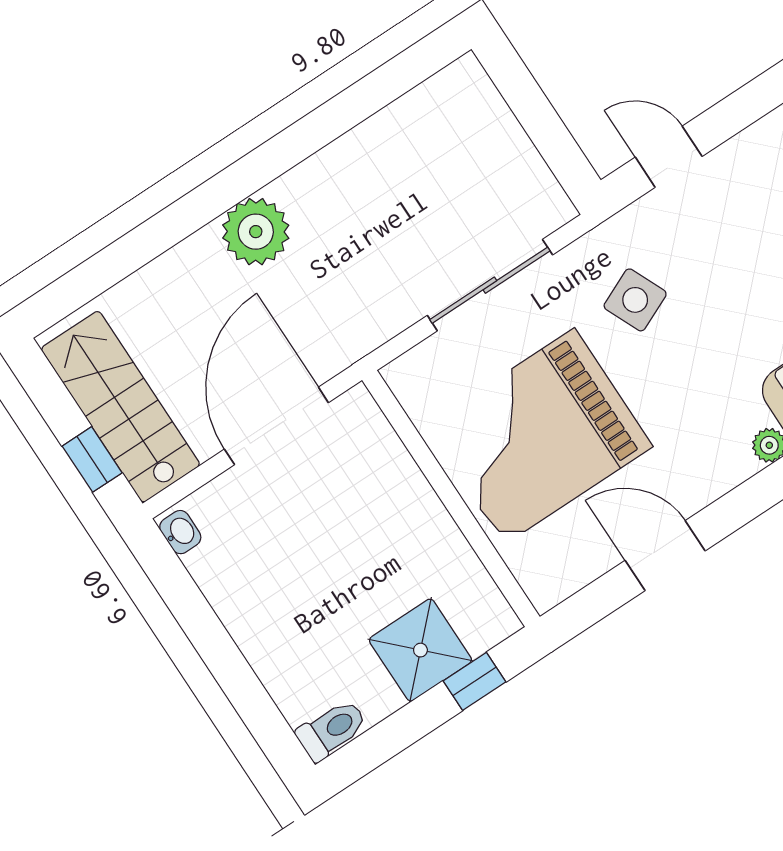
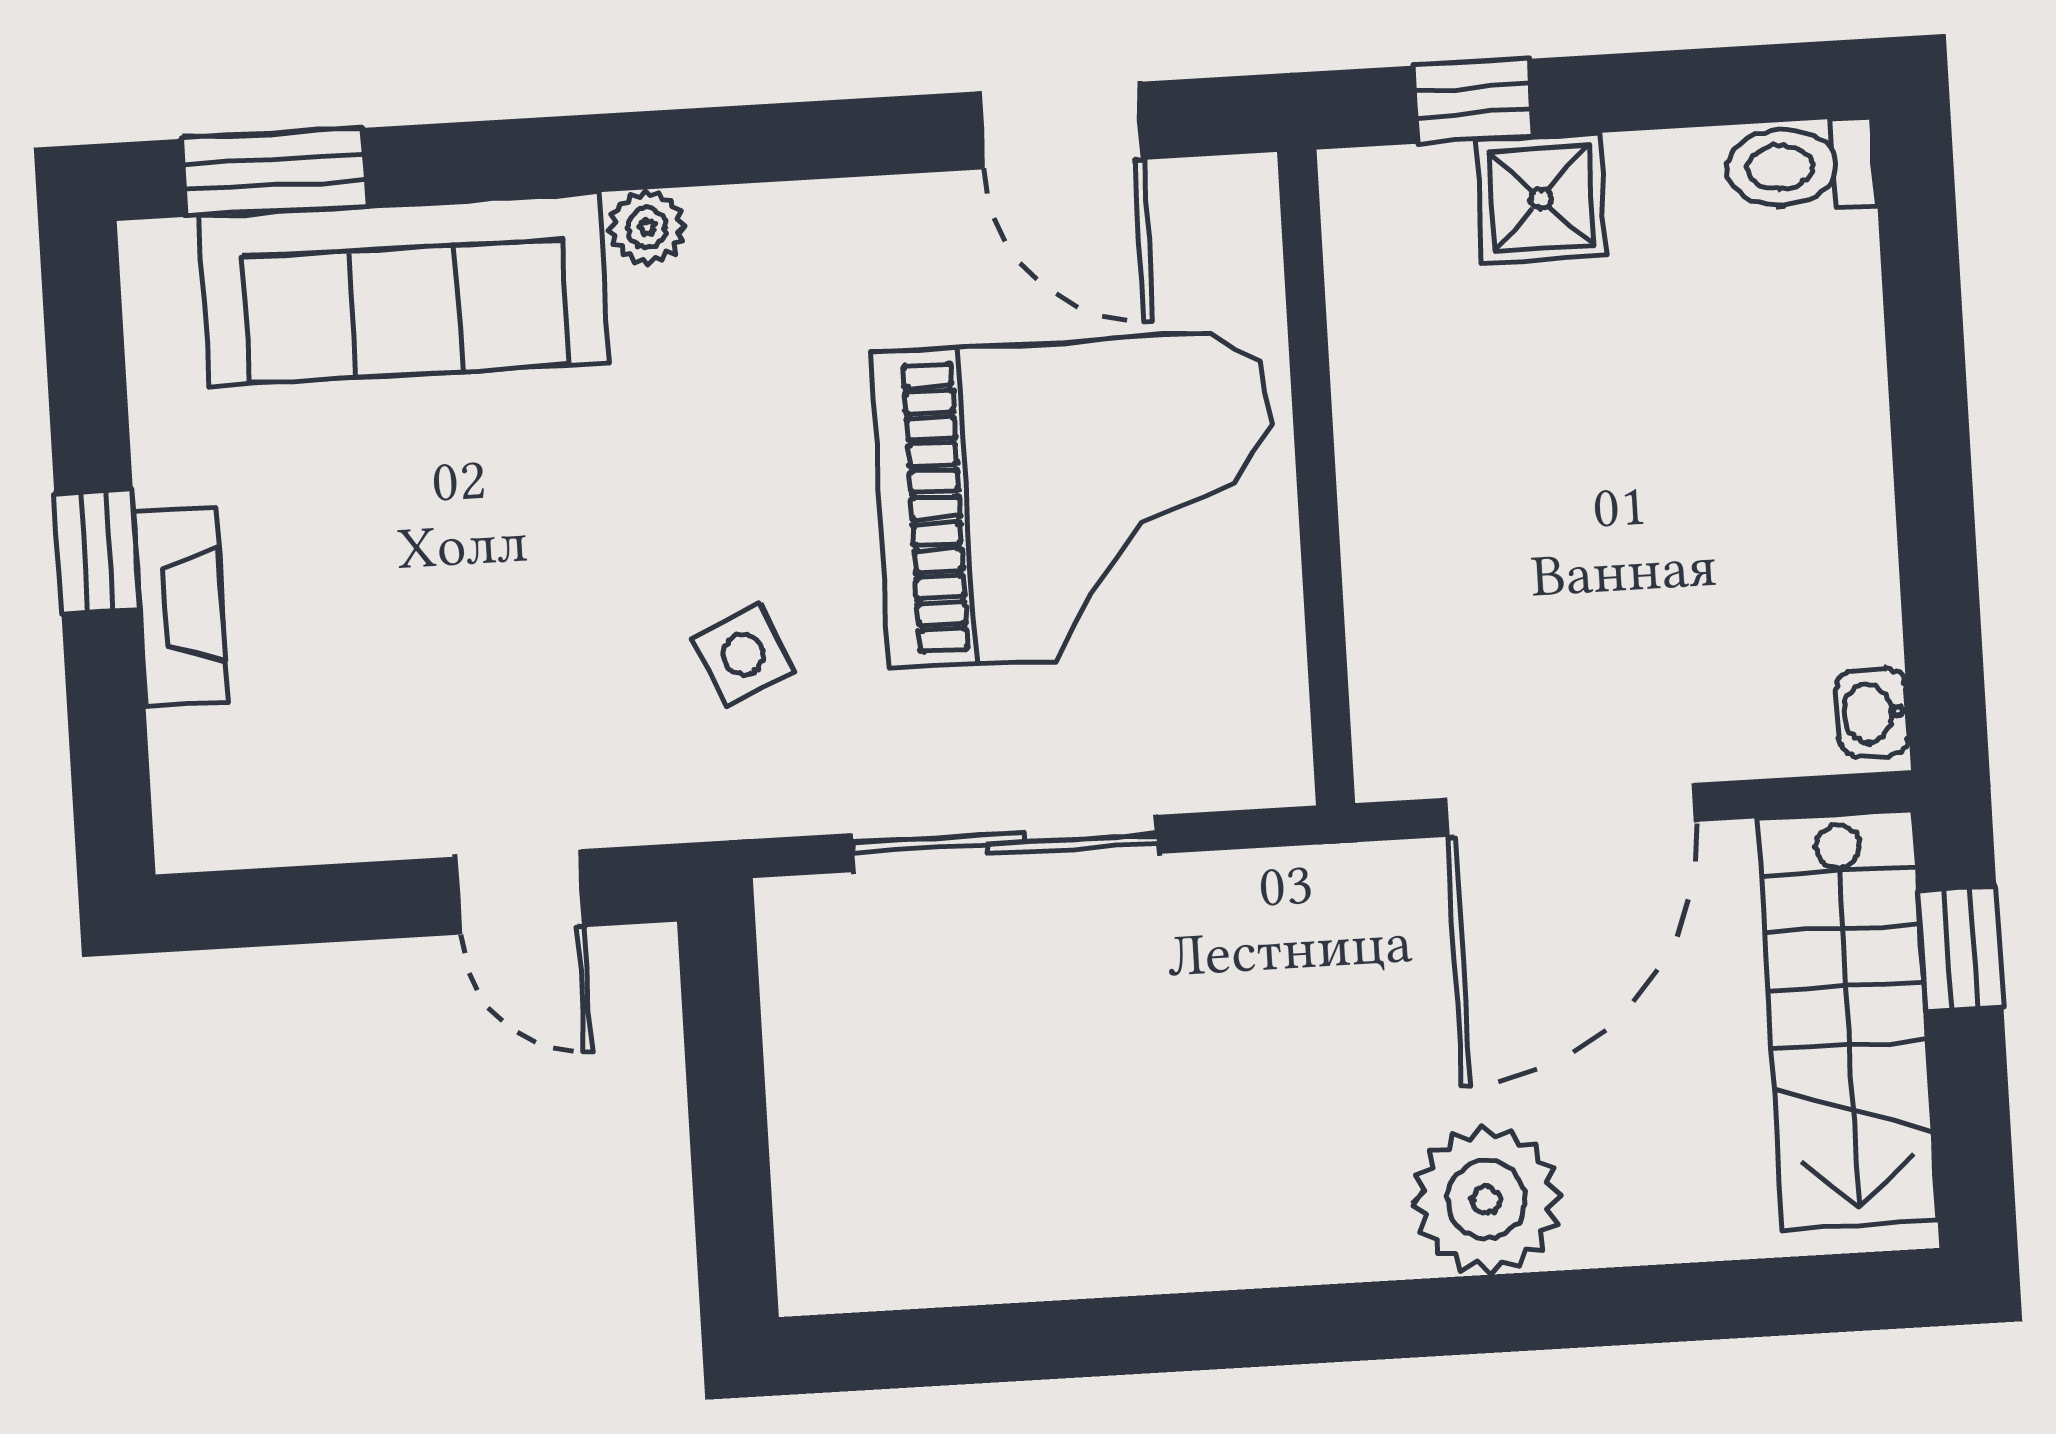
plant: (256, 232) -> (1486, 1200), moved
side table: (635, 300) -> (743, 655), width x0.73, depth x0.73
door: (665, 556) -> (1061, 126), moved
shower: (420, 650) -> (1541, 198), width x0.73, depth x0.73

